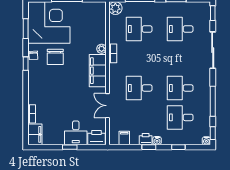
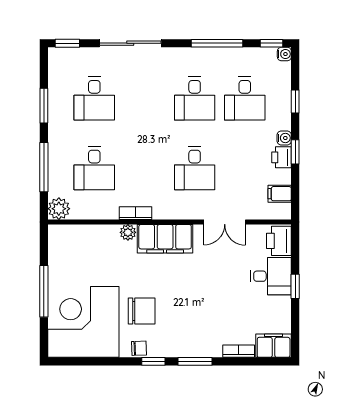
window: (26, 29) -> (195, 361), moved

